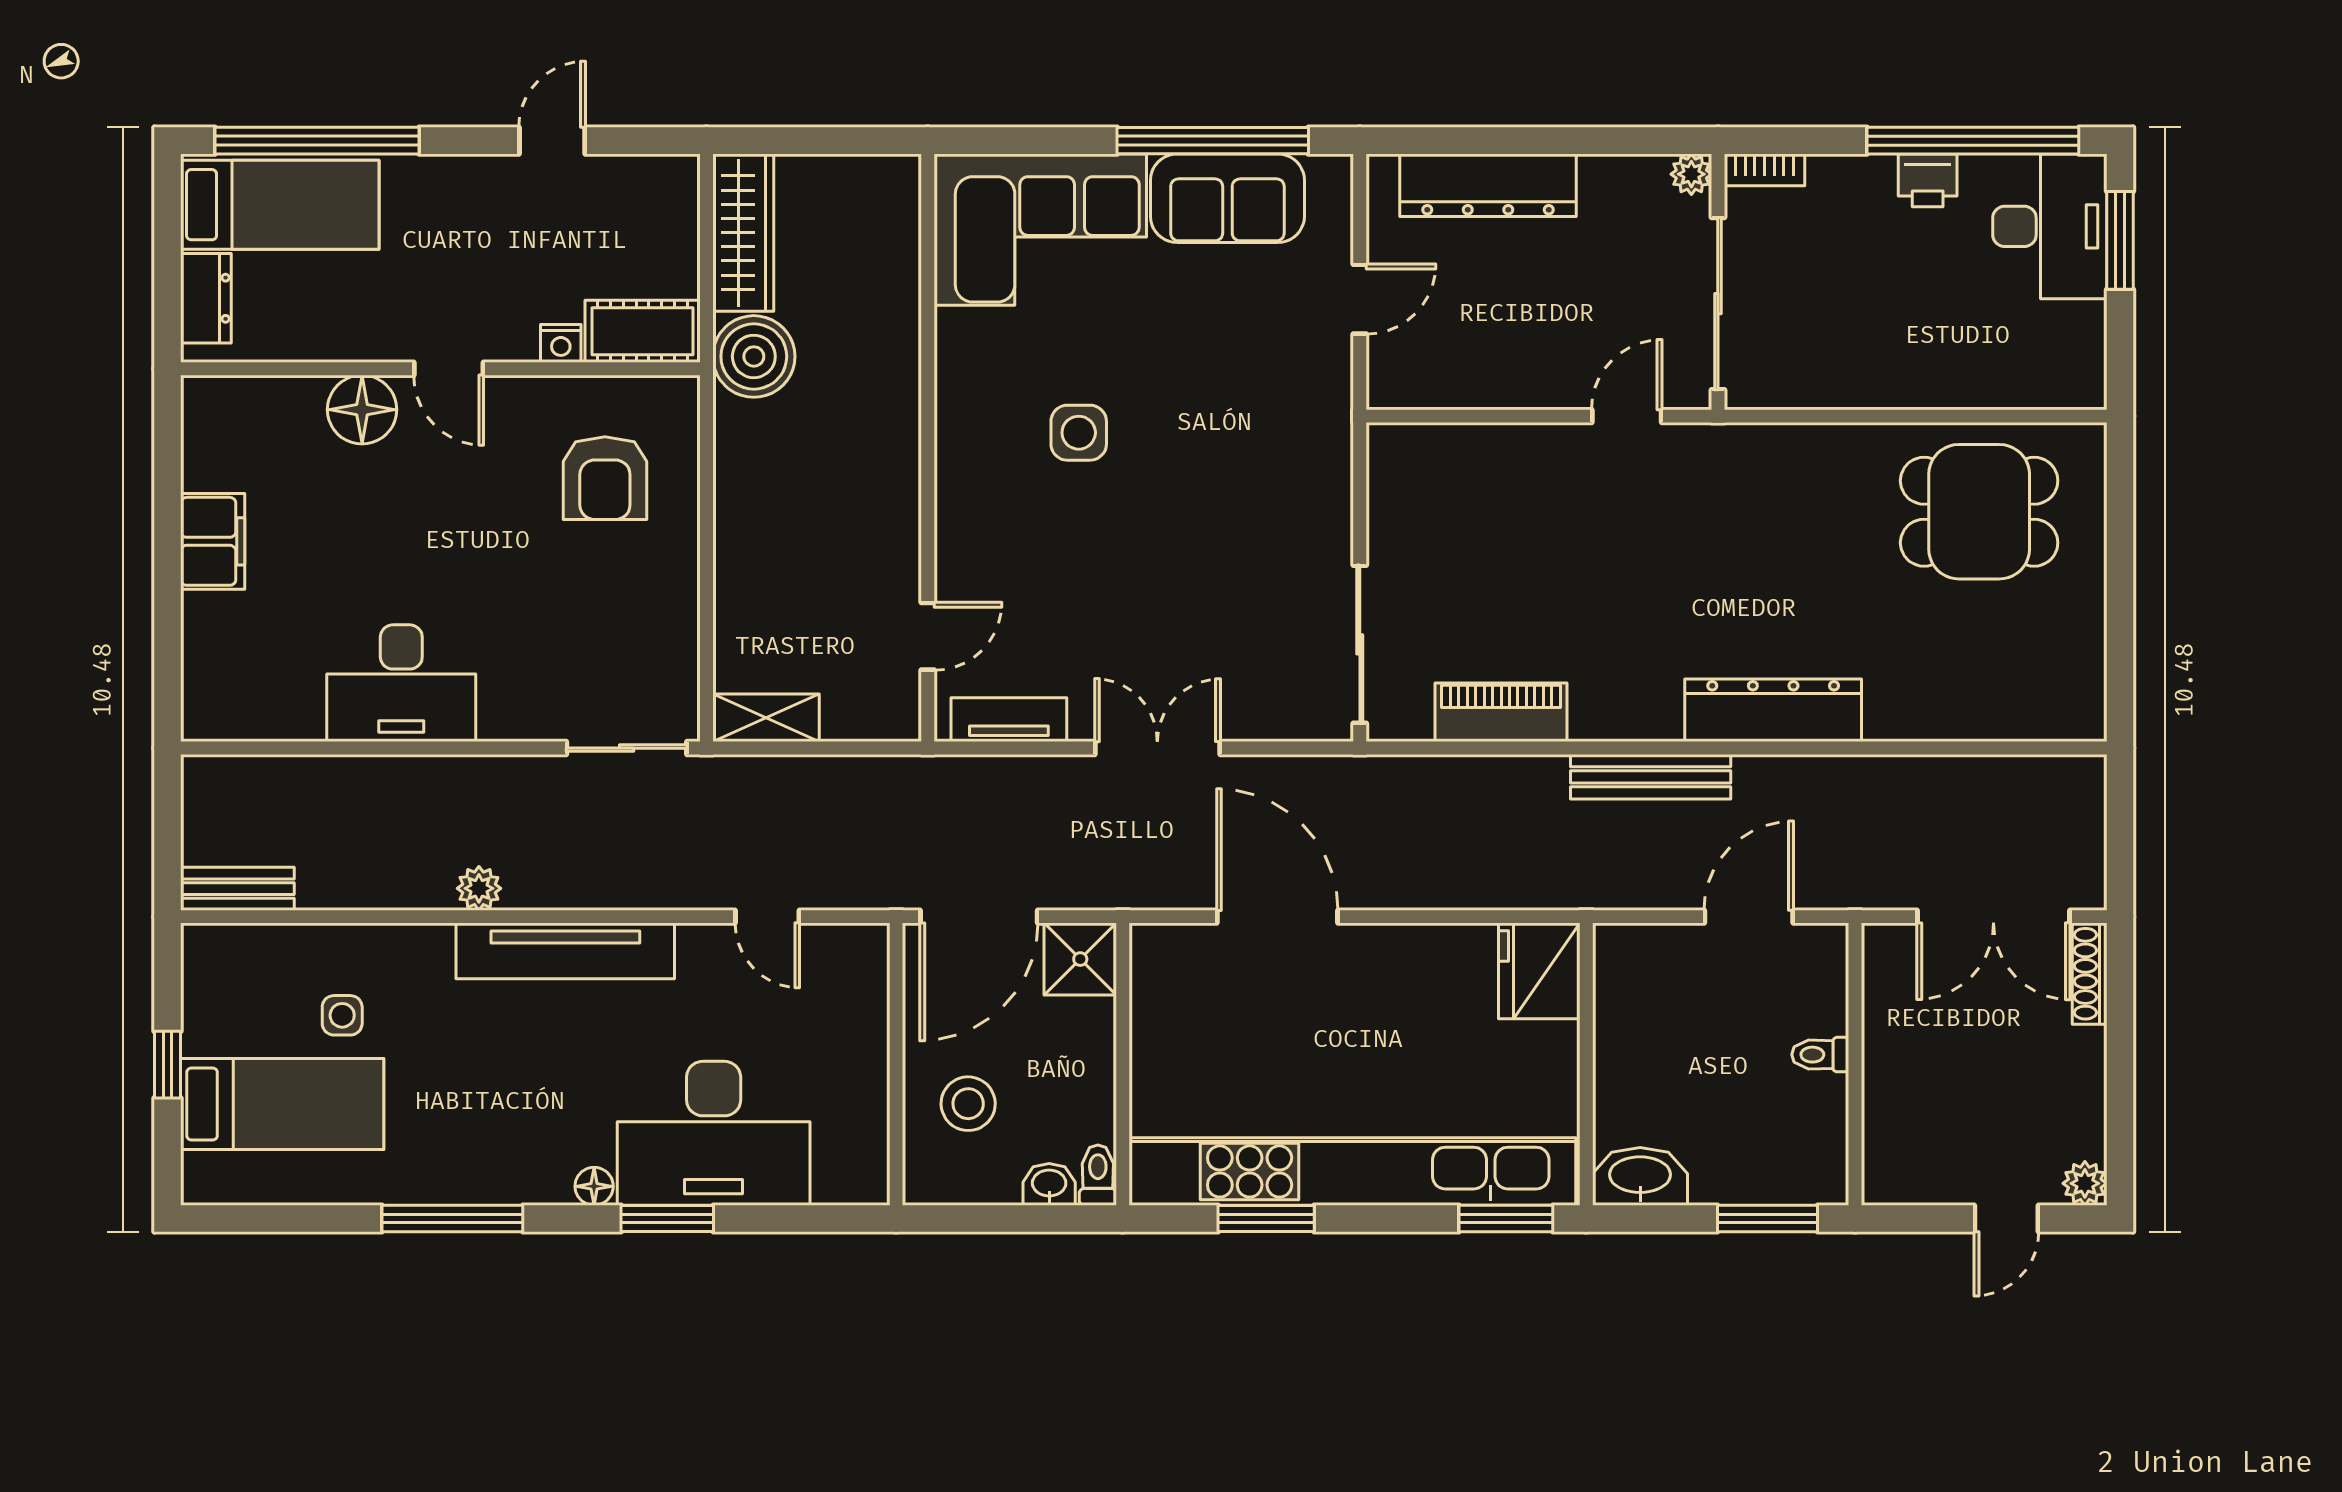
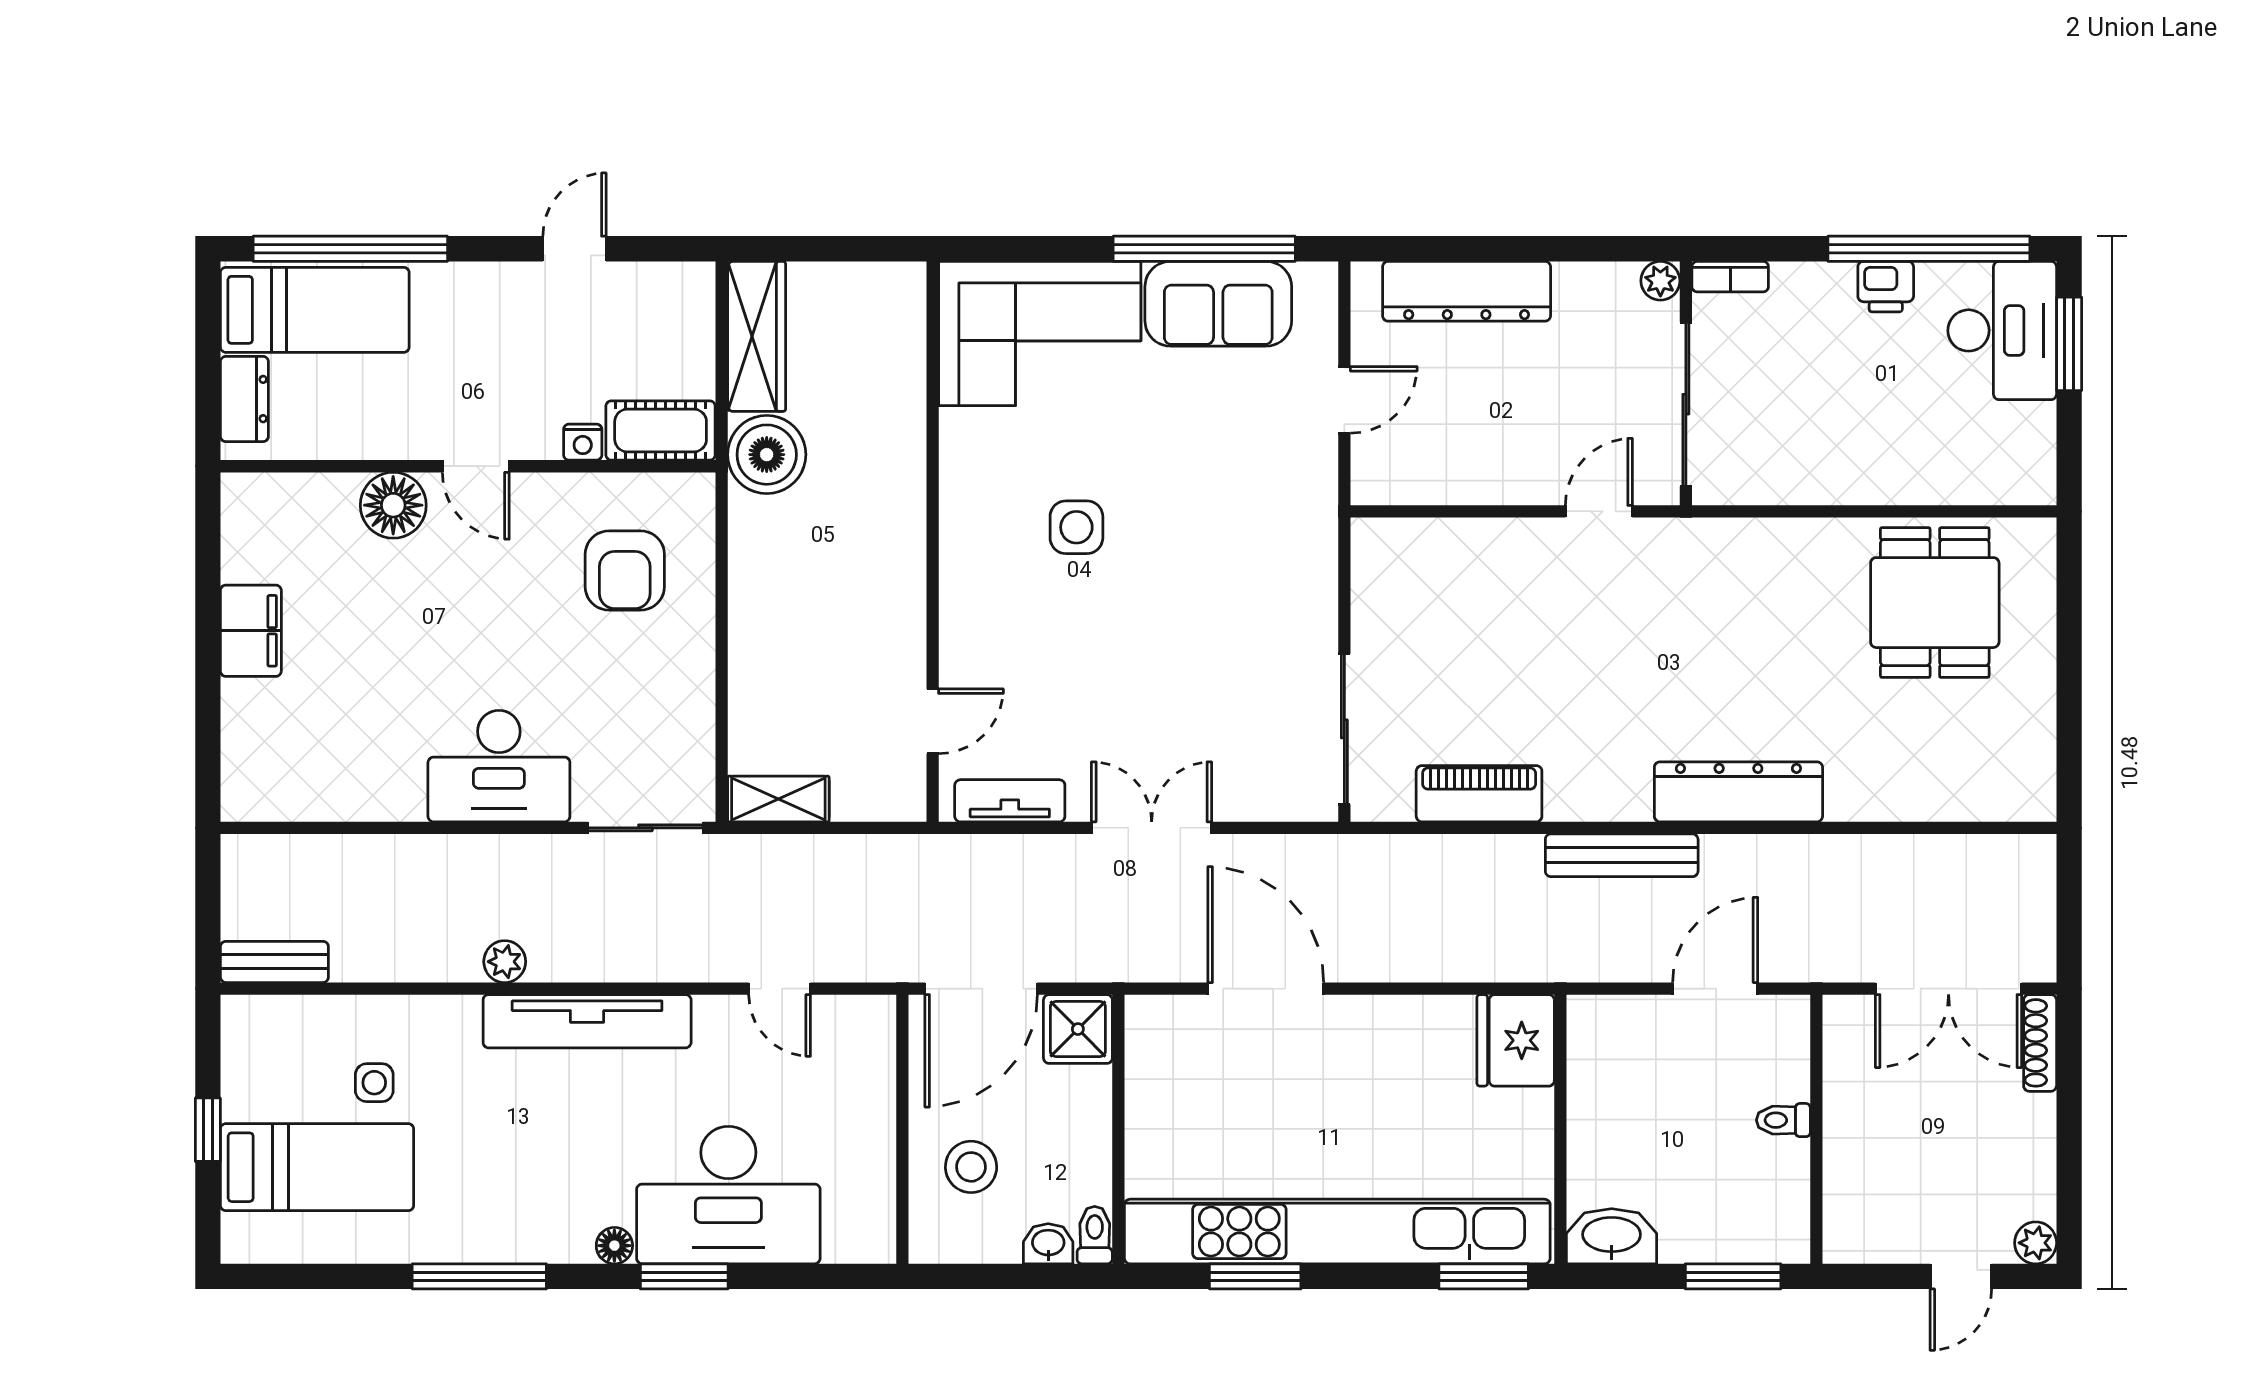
dining table: (1979, 512) -> (1935, 603), turned 90
desk: (401, 683) -> (499, 766), moved

